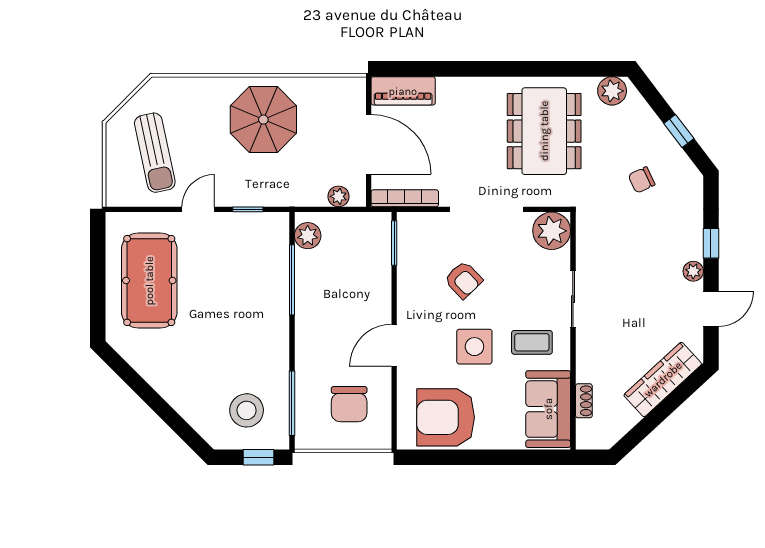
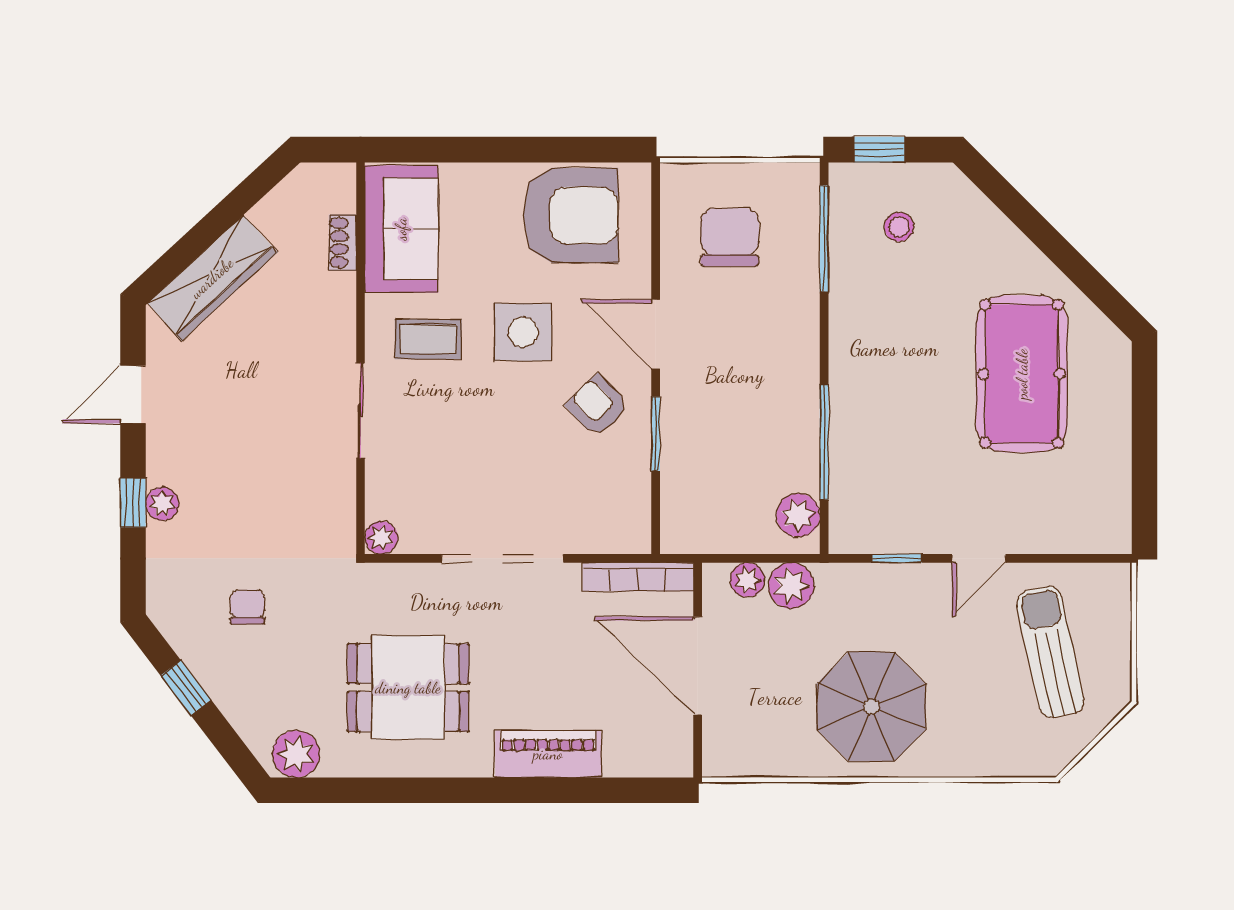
piano: (403, 91) -> (548, 754), moved
dining table: (544, 131) -> (408, 688), width x0.73
chair: (642, 180) -> (247, 607), turned -65
plant: (312, 193) -> (791, 586), added
plant: (552, 231) -> (381, 538), width x0.53, depth x0.53
window: (394, 243) -> (656, 434), moved
plant: (693, 271) -> (162, 504), moved
armchair: (464, 280) -> (598, 406), moved
pool table: (149, 281) -> (1022, 374), moved
door: (394, 345) -> (656, 334), swing flipped
stool: (247, 410) -> (899, 227), width x0.53, depth x0.53

